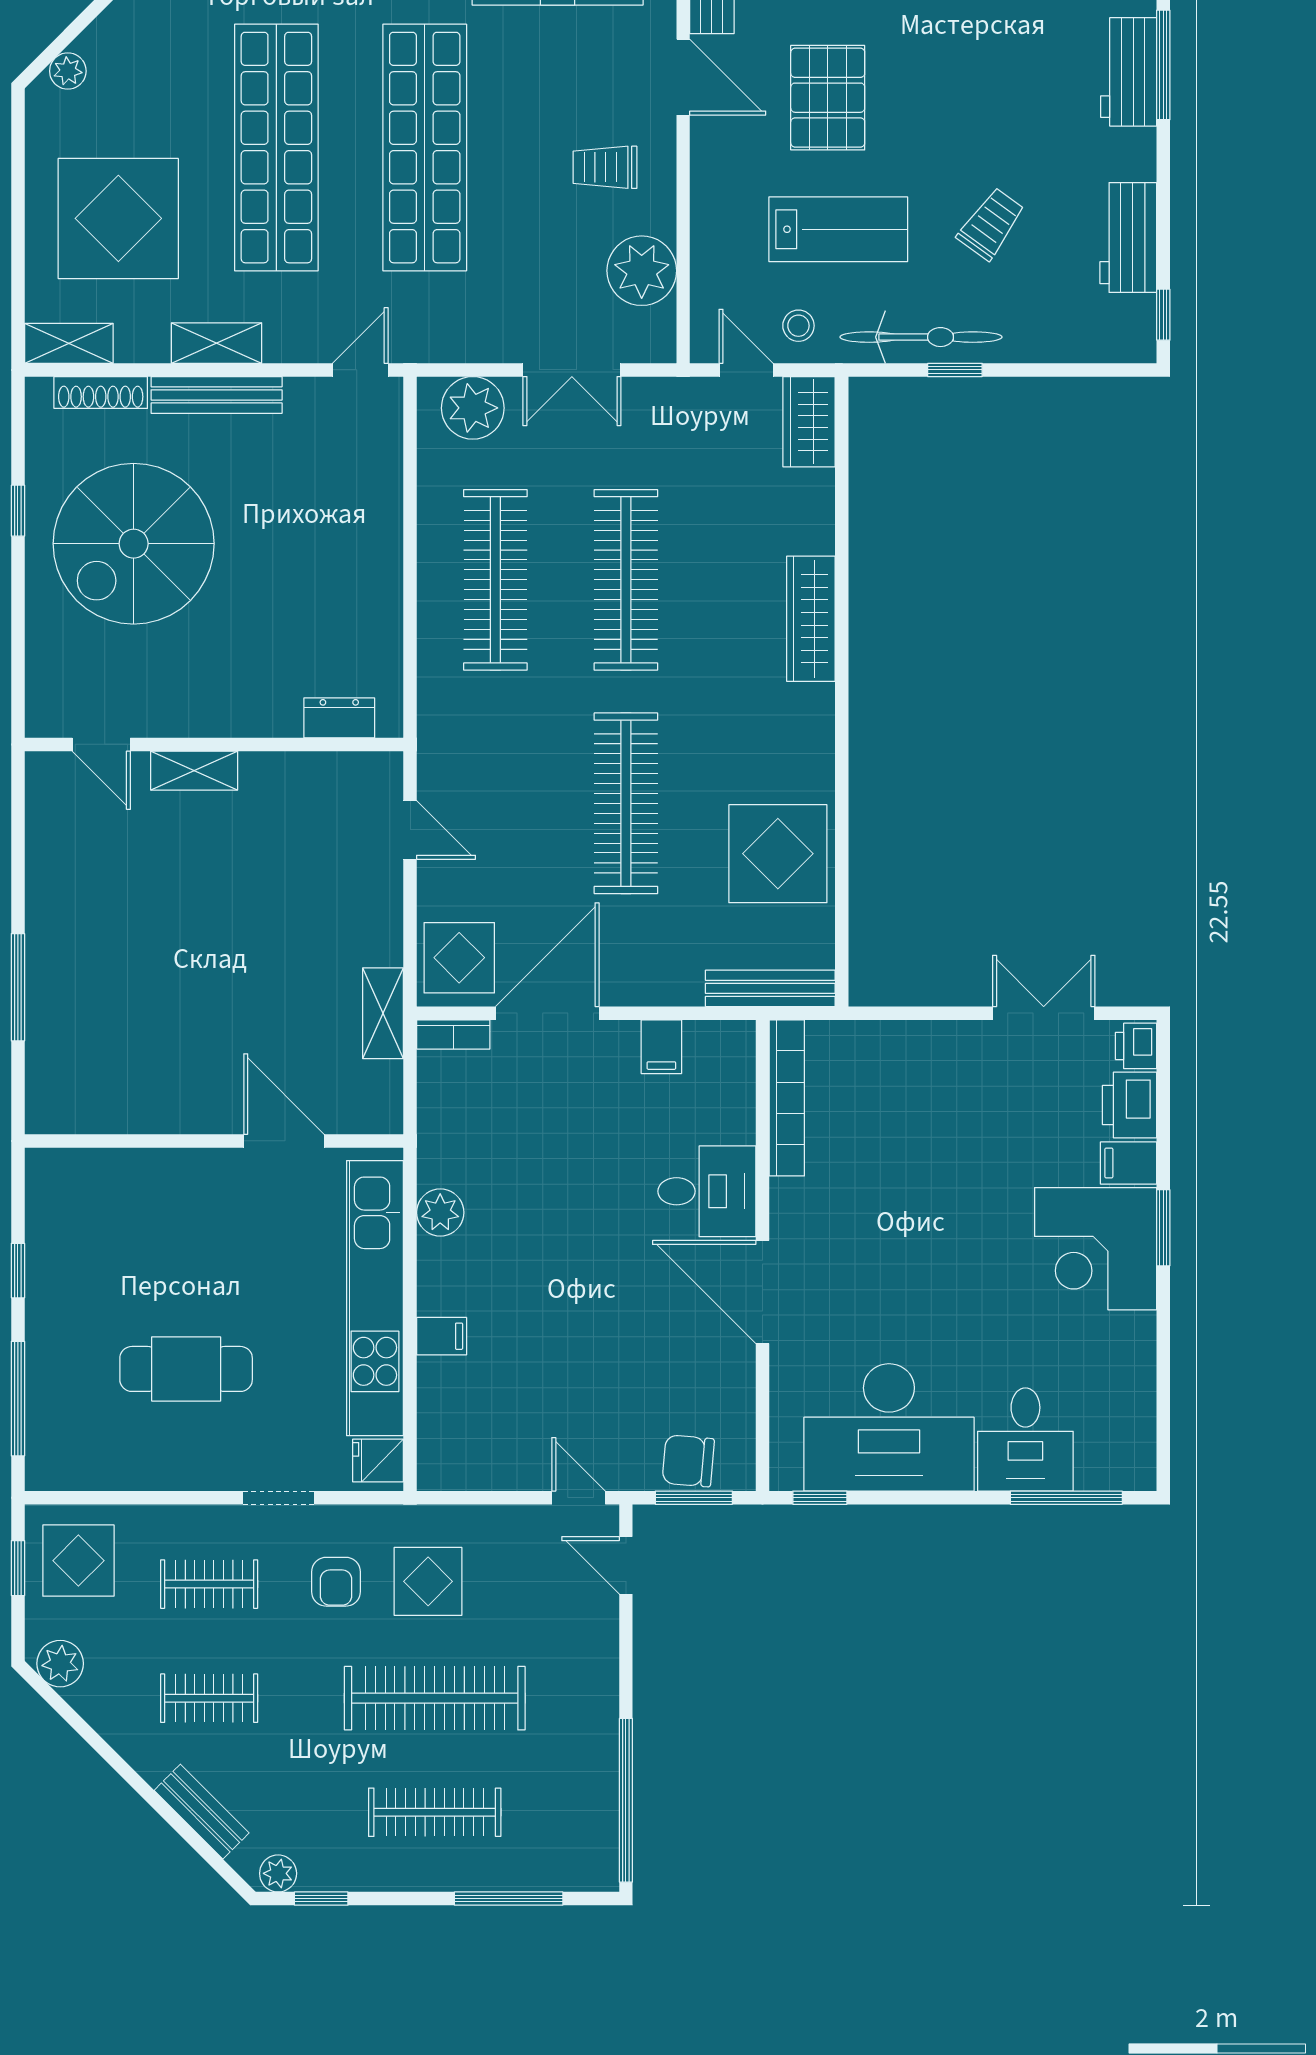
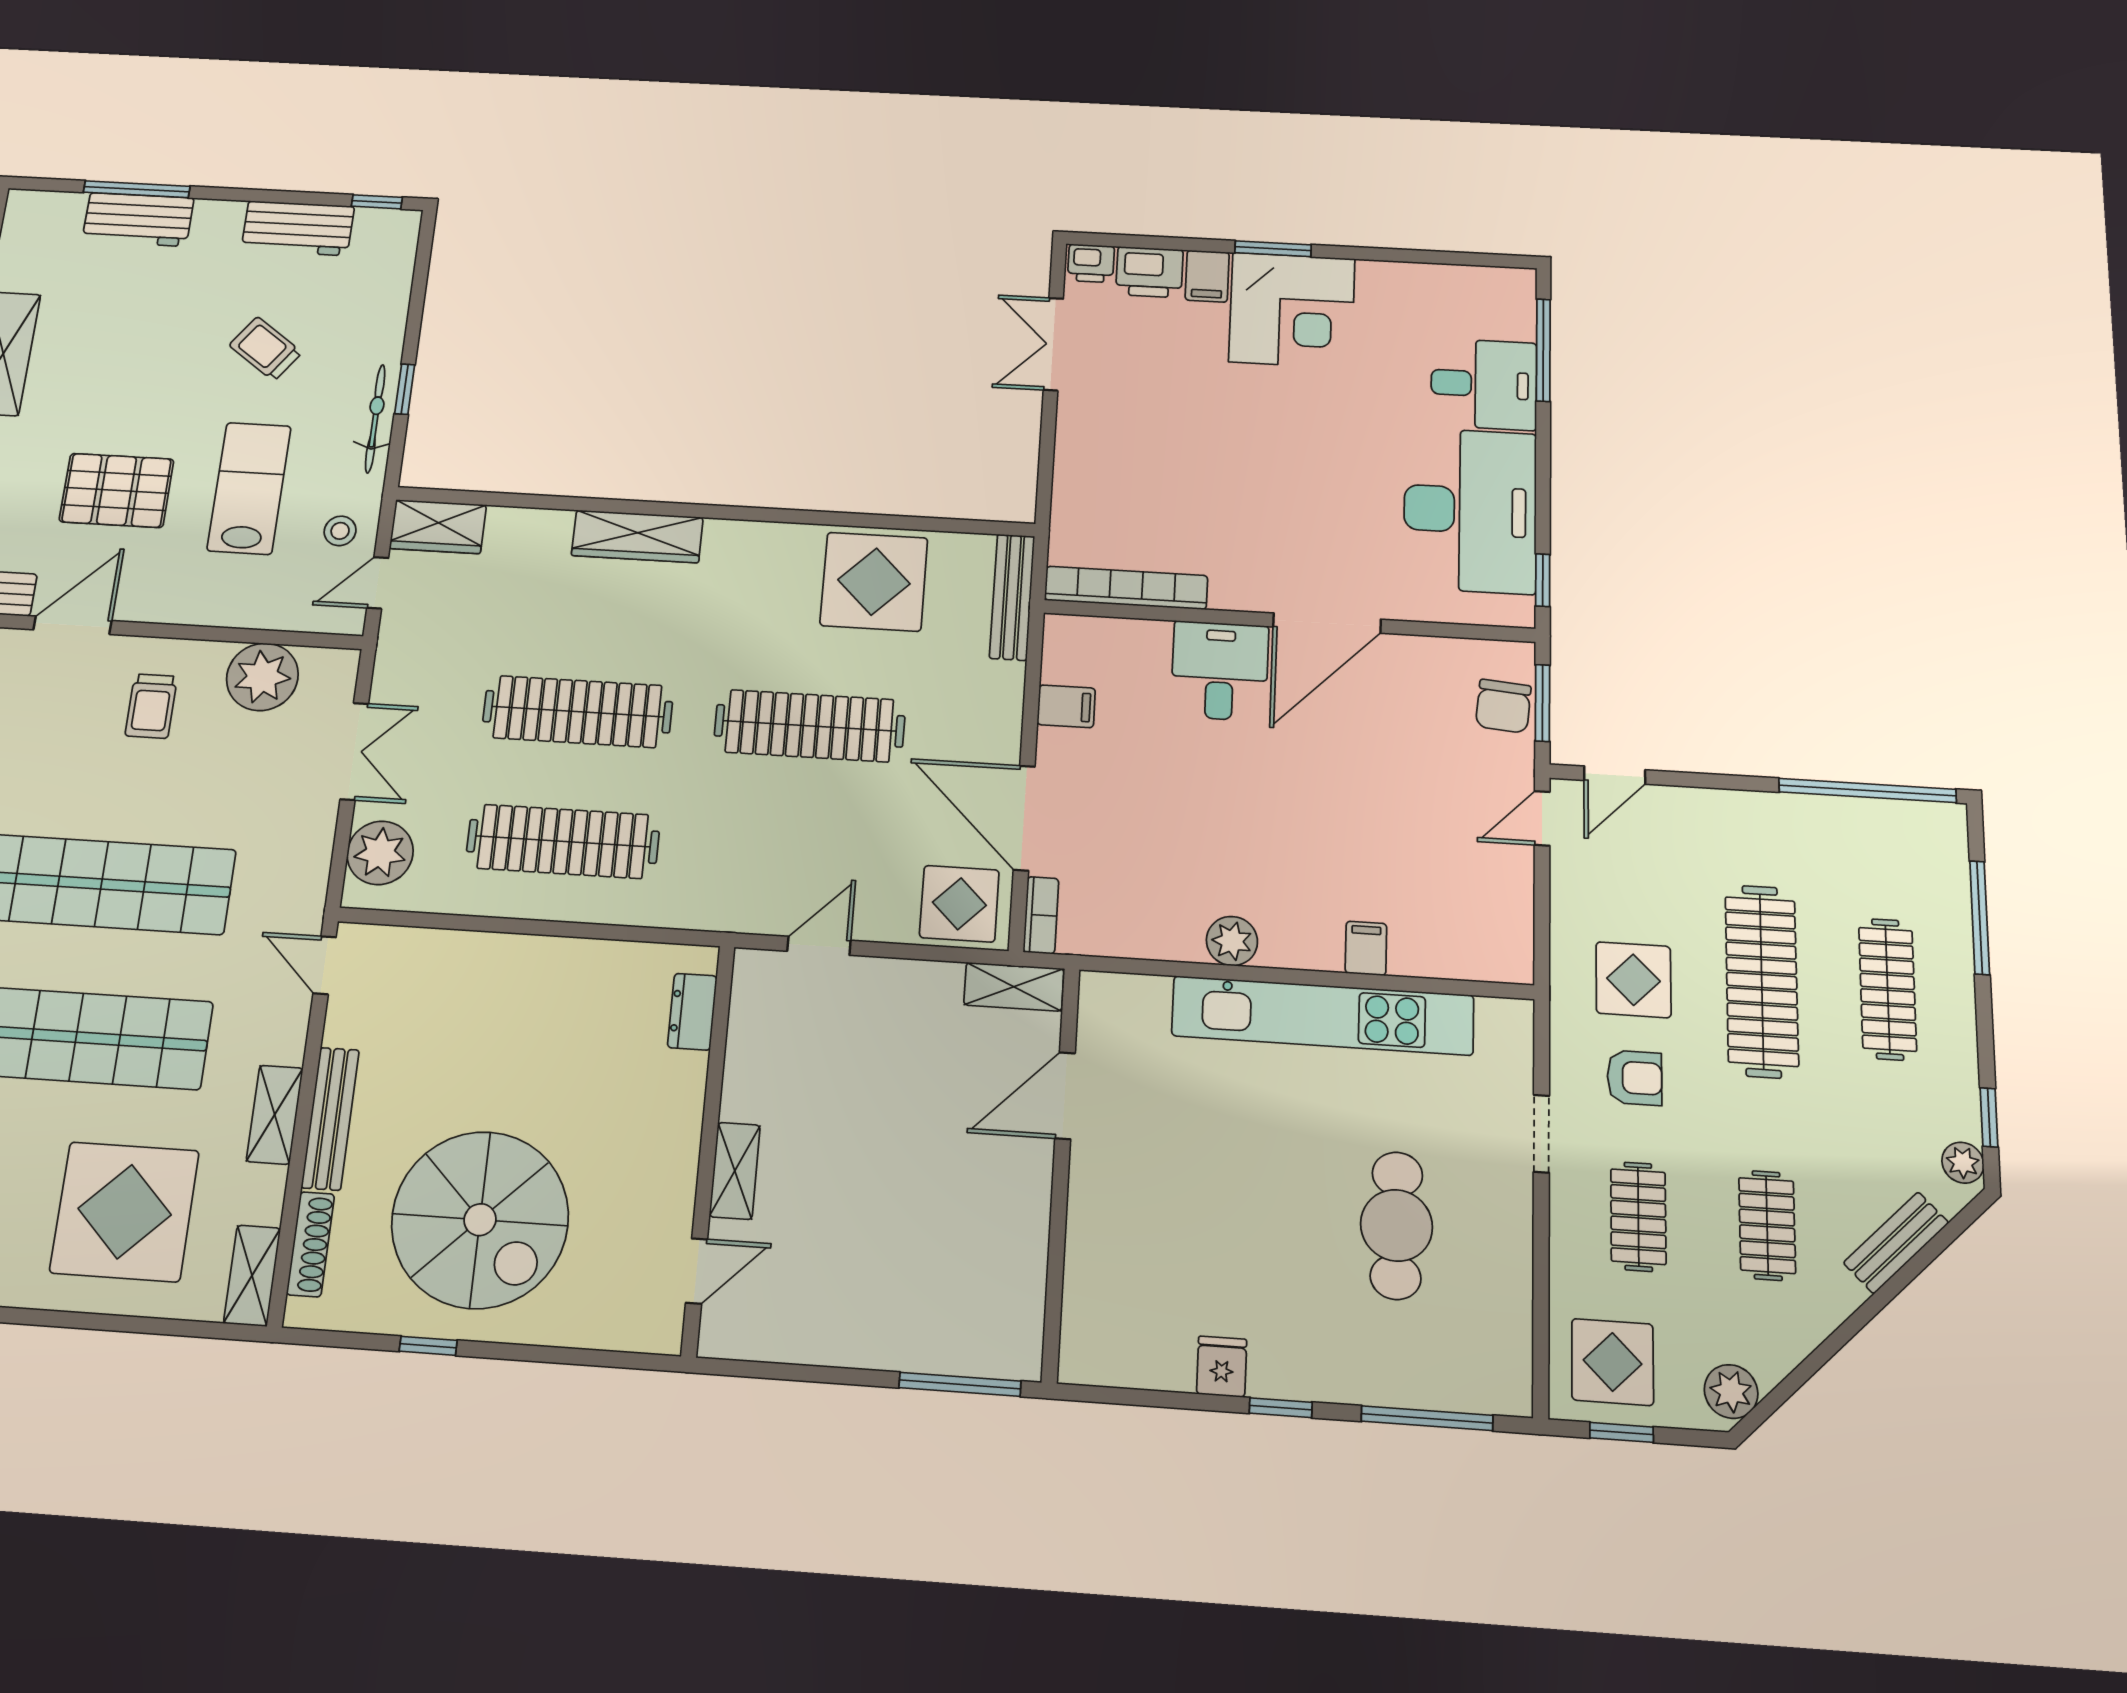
bicycle: (921, 337) -> (375, 419), width x0.73, depth x0.71
wall: (214, 1141) -> (1061, 1172), moved
door: (284, 1141) -> (1065, 1096), moved
fridge: (378, 1460) -> (1222, 1367), moved, turned 180

